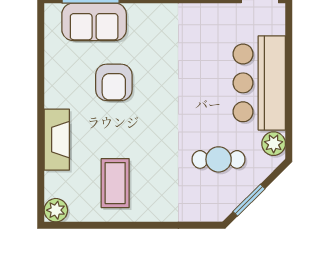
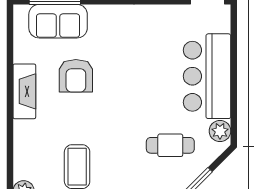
fireplace: (57, 140) -> (24, 91), moved

